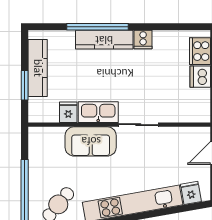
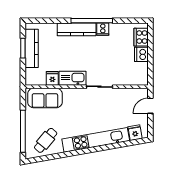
window: (98, 27) -> (92, 21), moved
window: (25, 85) -> (23, 48), moved
sofa: (91, 141) -> (45, 98), moved

